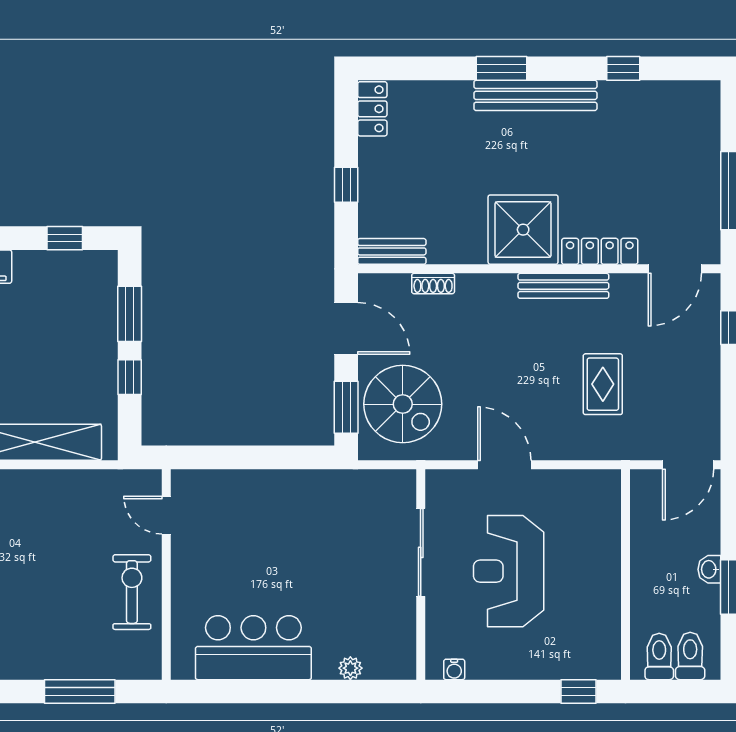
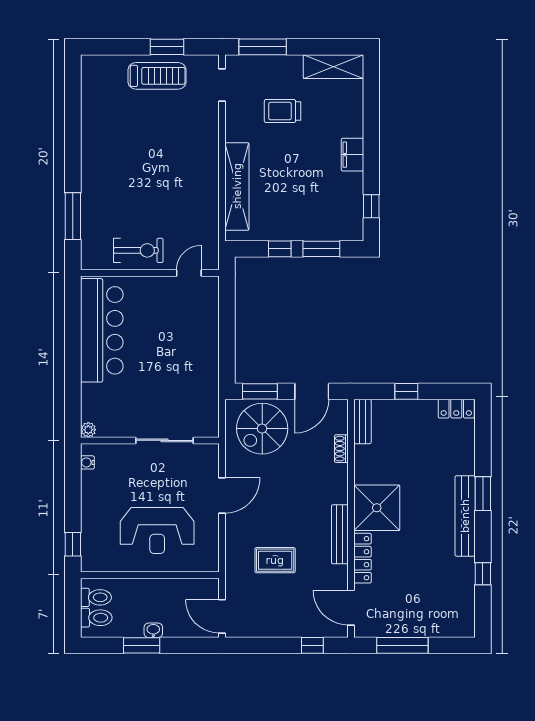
reception desk: (509, 571) -> (157, 530), moved, turned 180
bar counter: (253, 648) -> (102, 330), width x1.36
plant: (350, 668) -> (88, 430), moved

